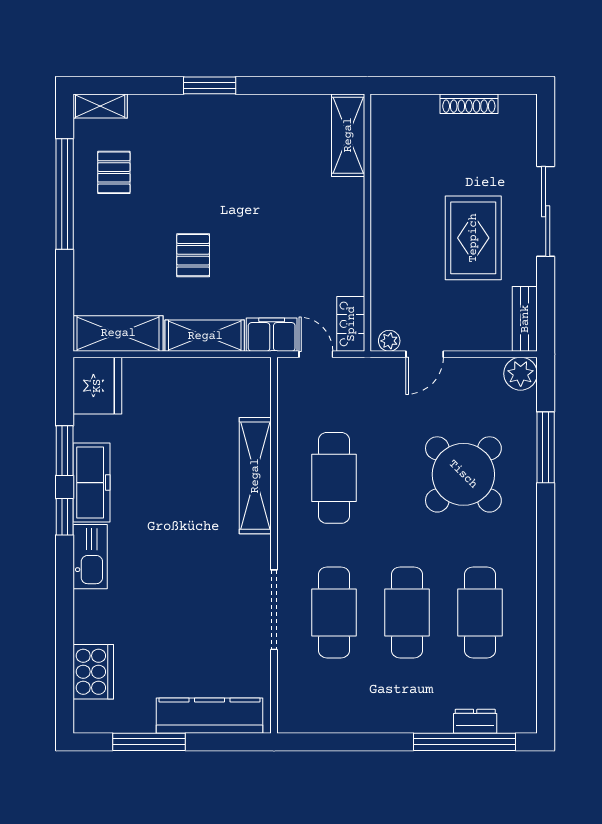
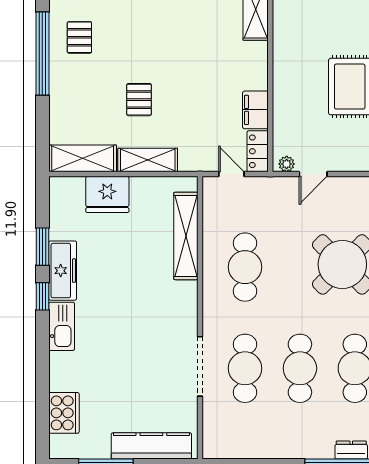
filing cabinet: (272, 335) -> (255, 110), moved, turned -90
fridge: (97, 386) -> (107, 194), moved, turned 90
shelving: (255, 476) -> (186, 236), moved

